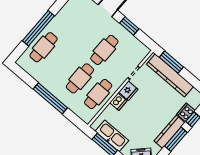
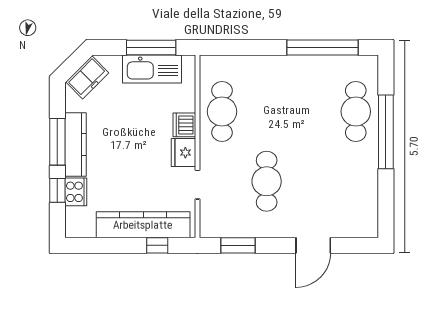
window: (129, 26) -> (238, 245), moved
window: (171, 62) -> (157, 245), width x0.46
cafe table: (80, 78) -> (267, 112), removed
window: (50, 98) -> (323, 47), moved

